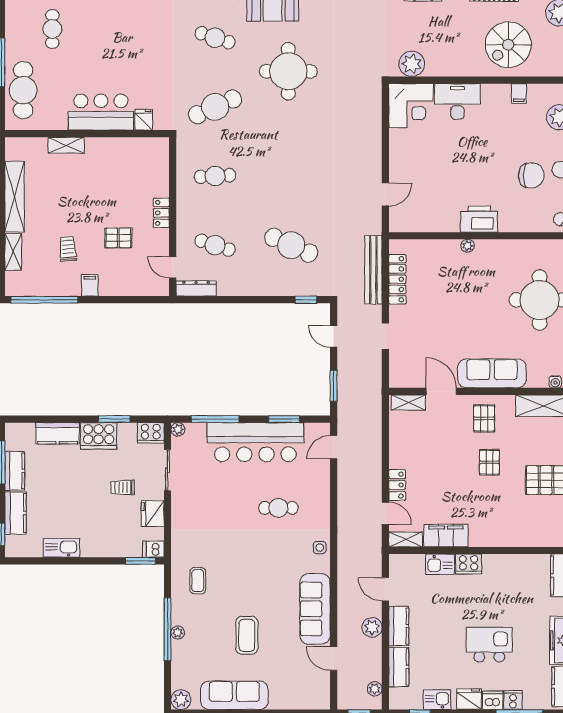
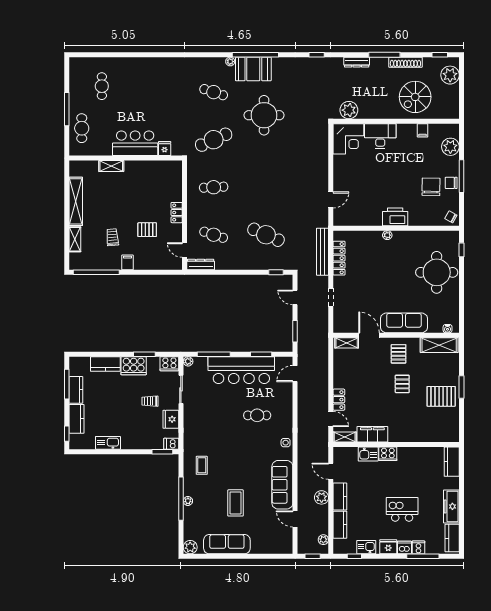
cafe table: (23, 90) -> (82, 128), width x0.73, depth x0.74
chair: (531, 175) -> (431, 187), turned -89

